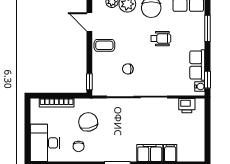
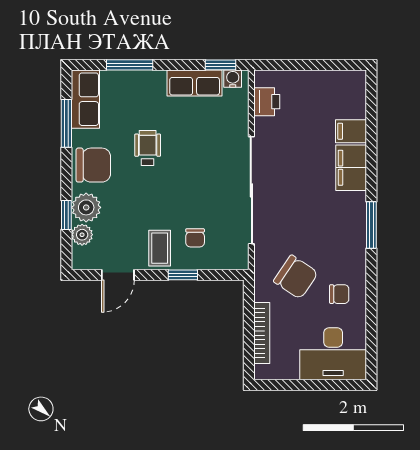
chair: (128, 69) -> (195, 238), moved
window: (89, 82) -> (183, 275), moved
chair: (88, 122) -> (296, 277), turned -134

